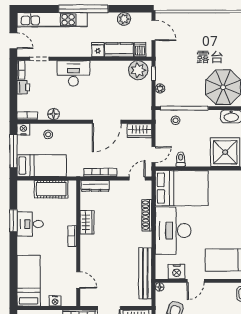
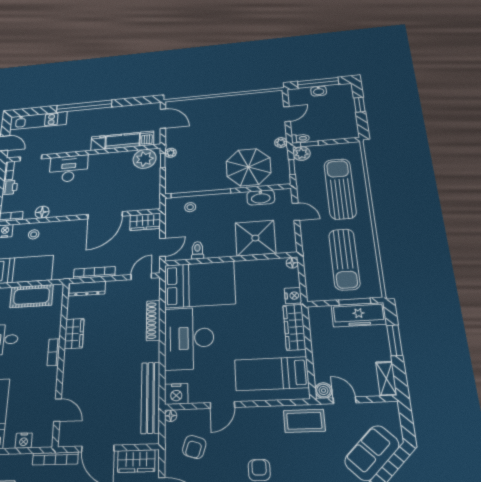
plant: (124, 19) -> (129, 111), removed
kitchen unit: (52, 20) -> (38, 121), width x0.73
plant: (160, 89) -> (171, 153), moved
nightstand: (177, 272) -> (176, 394), moved

